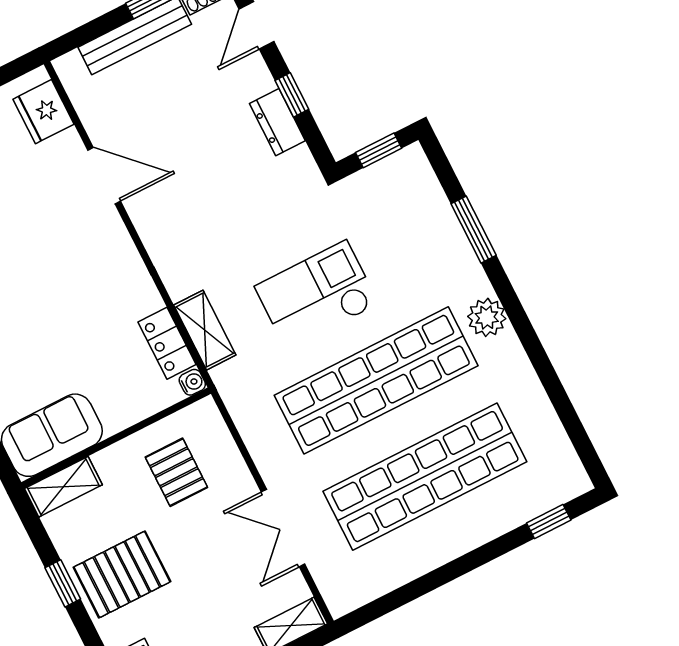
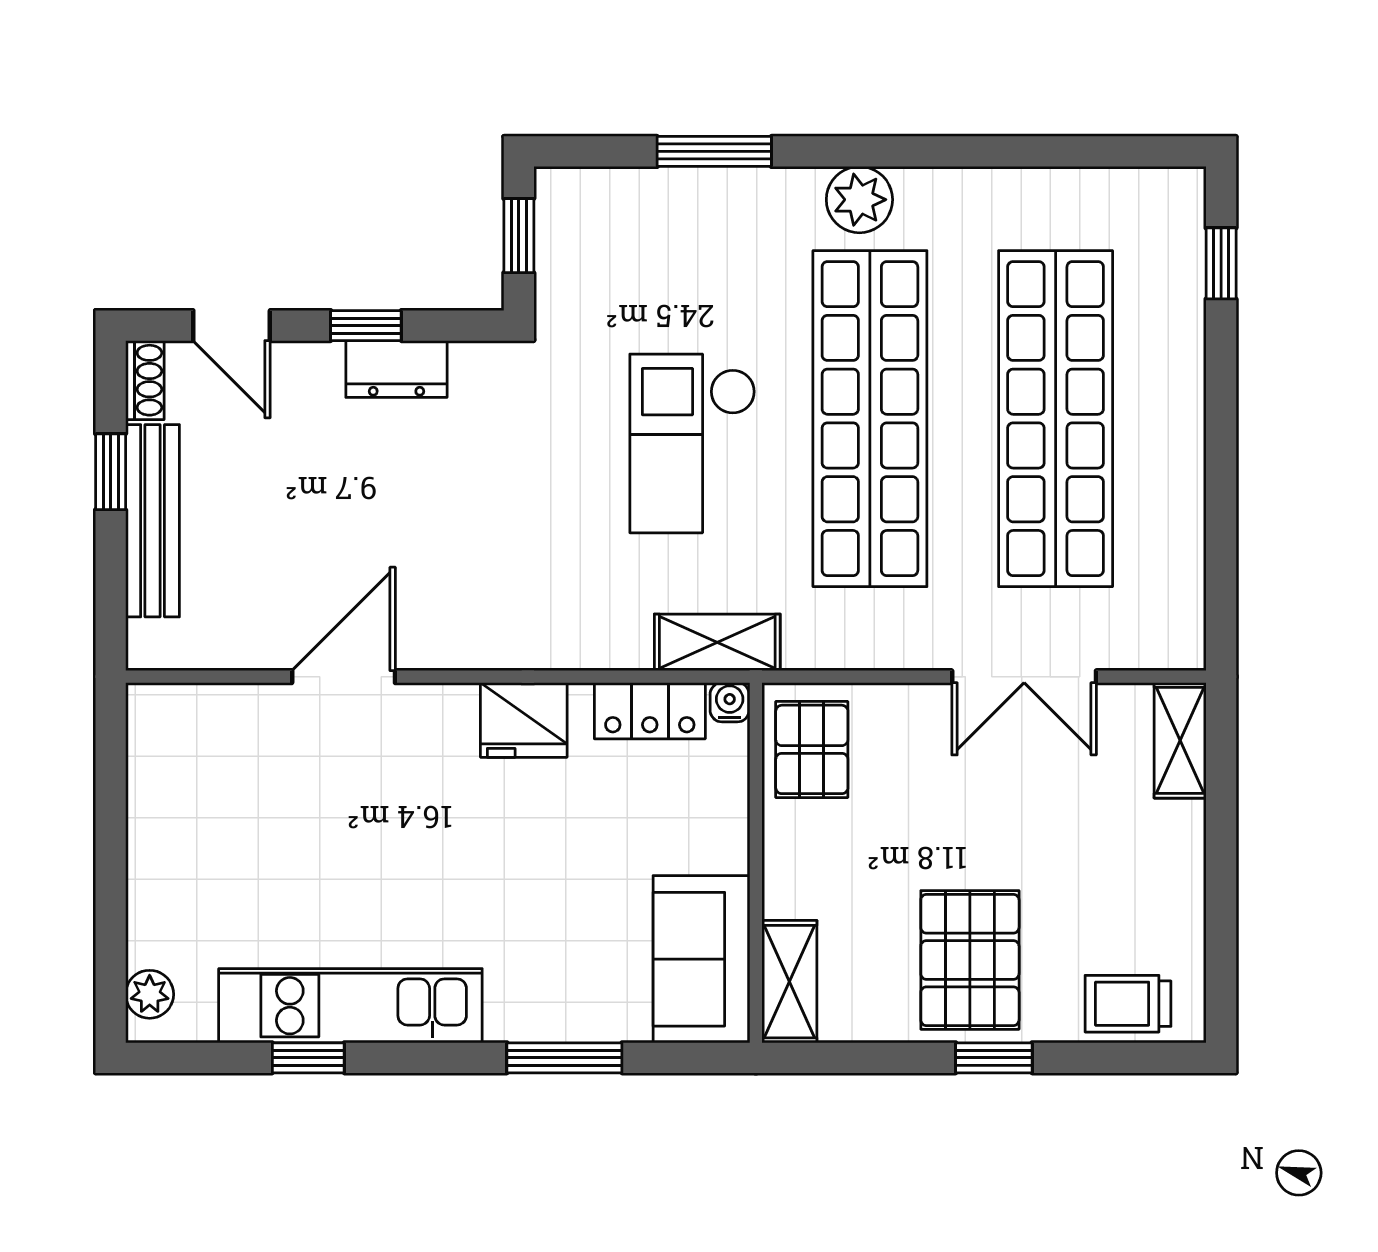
fridge: (43, 112) -> (524, 720), moved
shelving: (205, 330) -> (717, 642), moved
pallet: (176, 472) -> (812, 749), moved, turned 90
window: (63, 583) -> (994, 1058), moved

